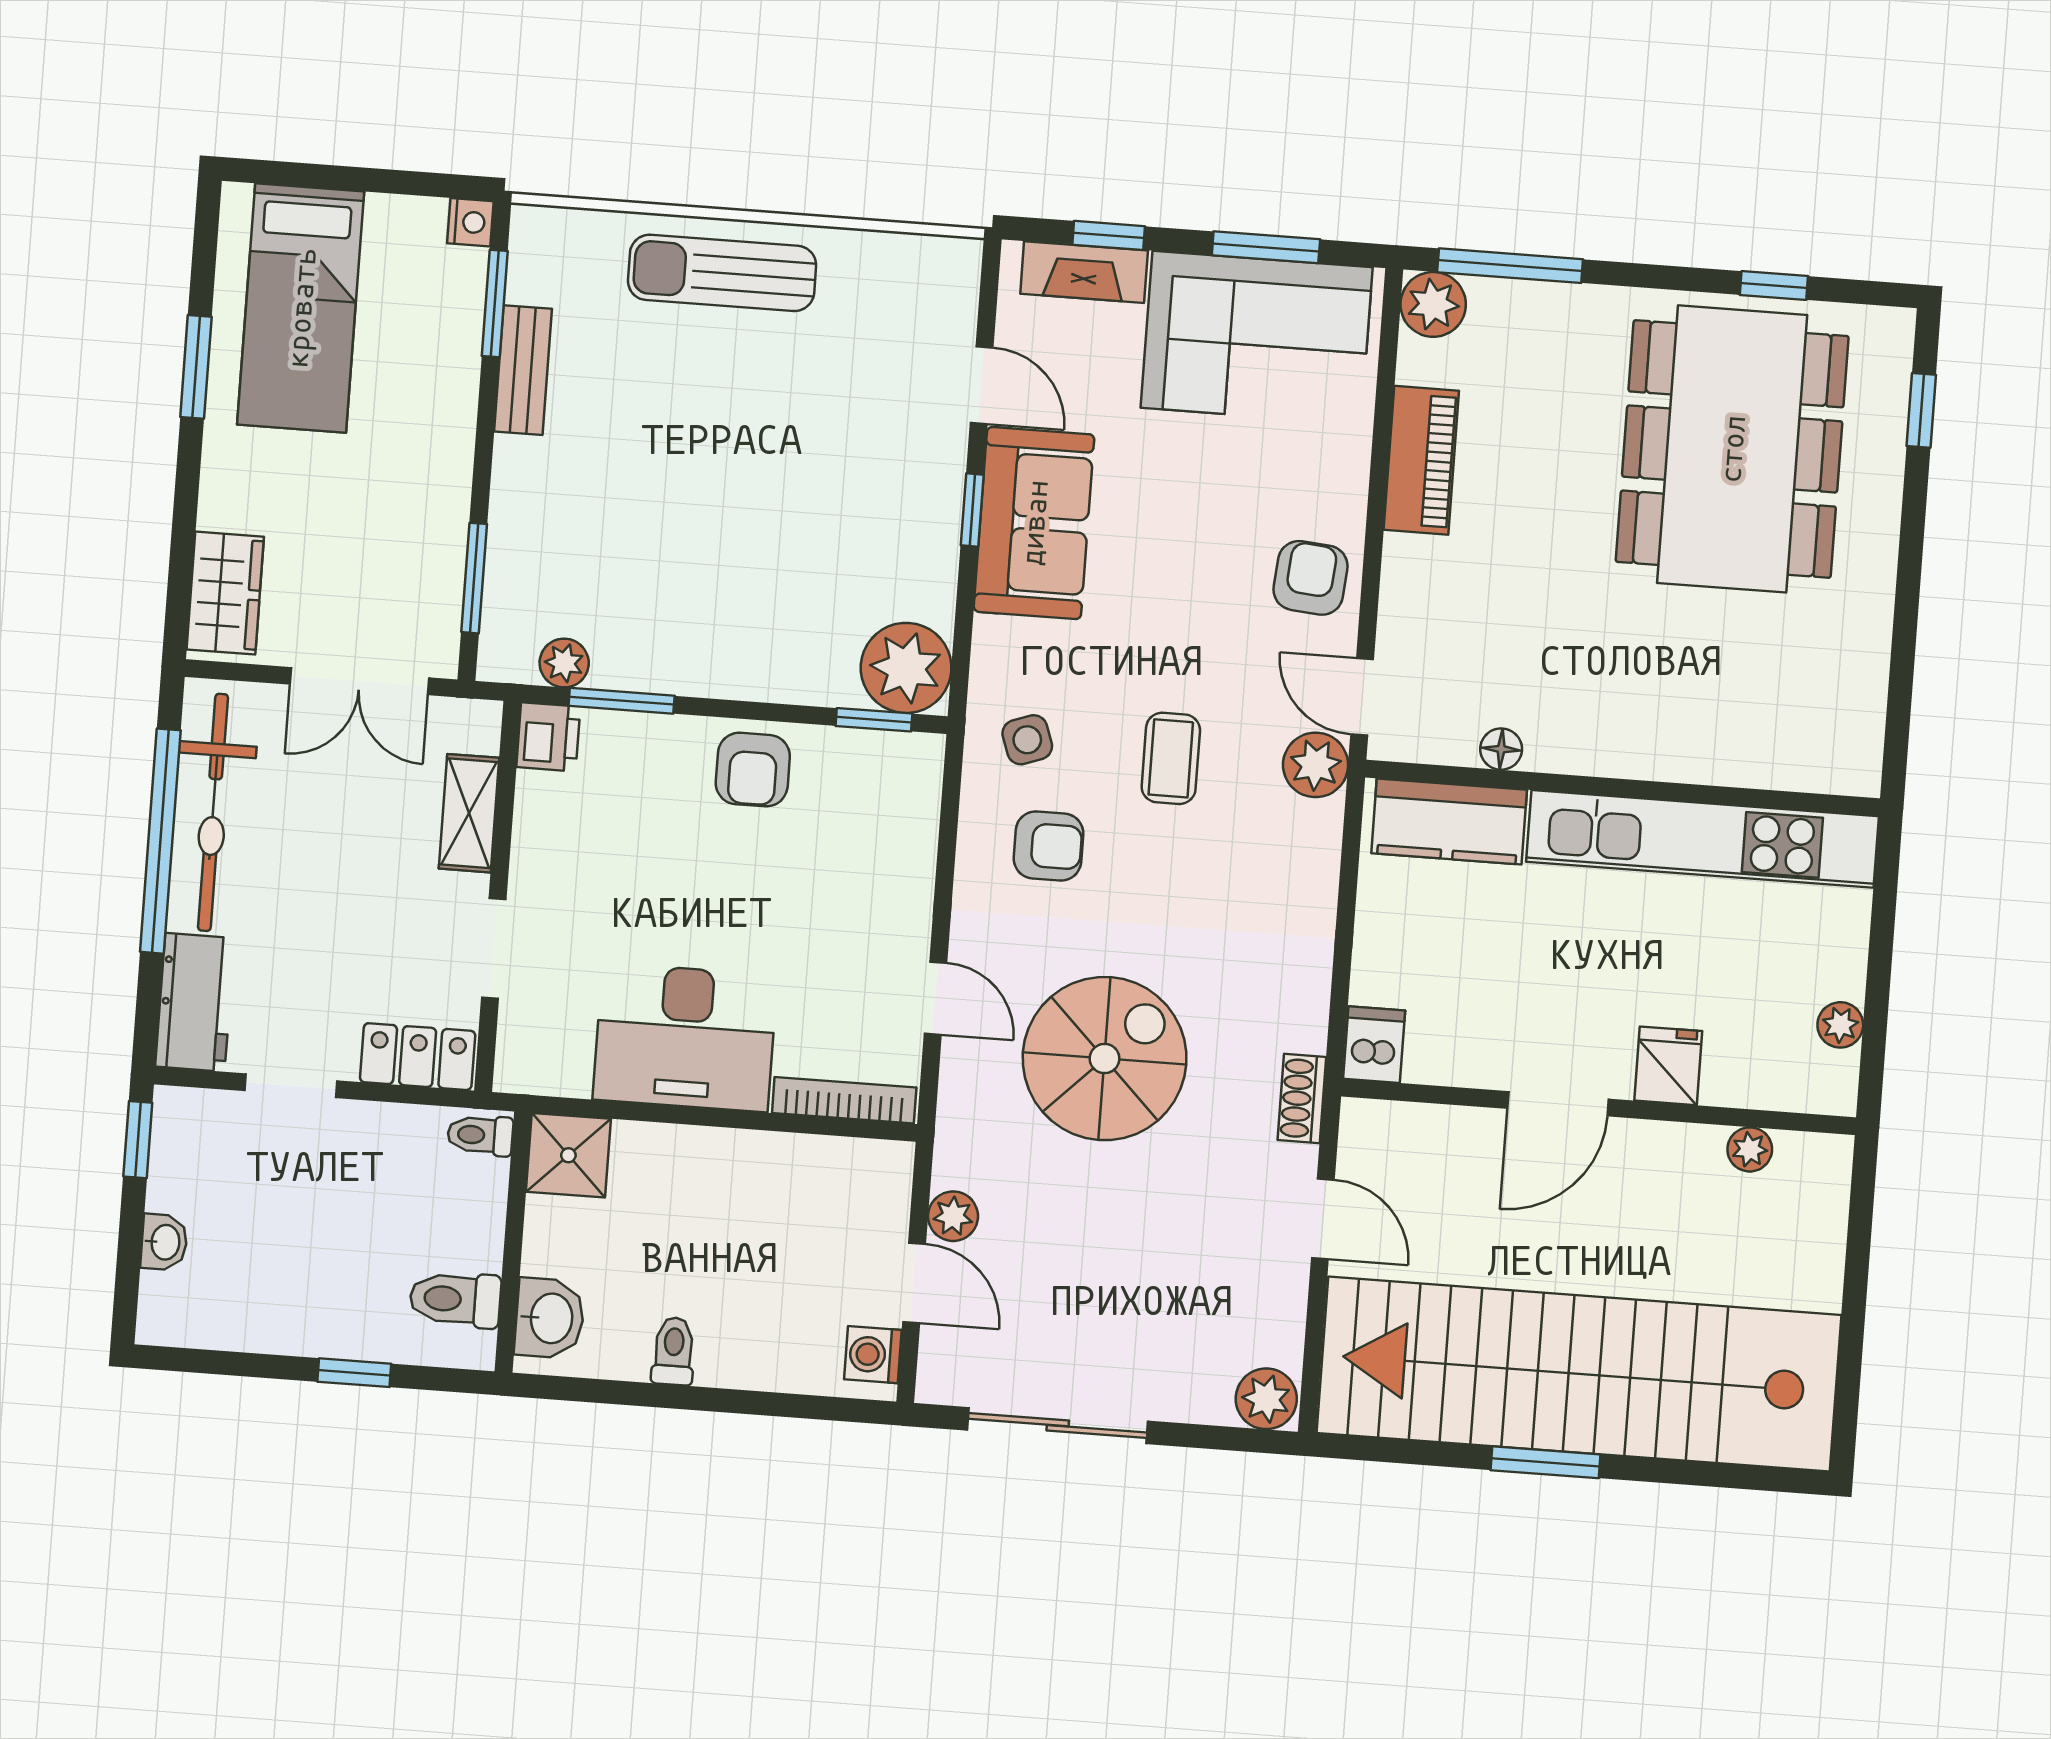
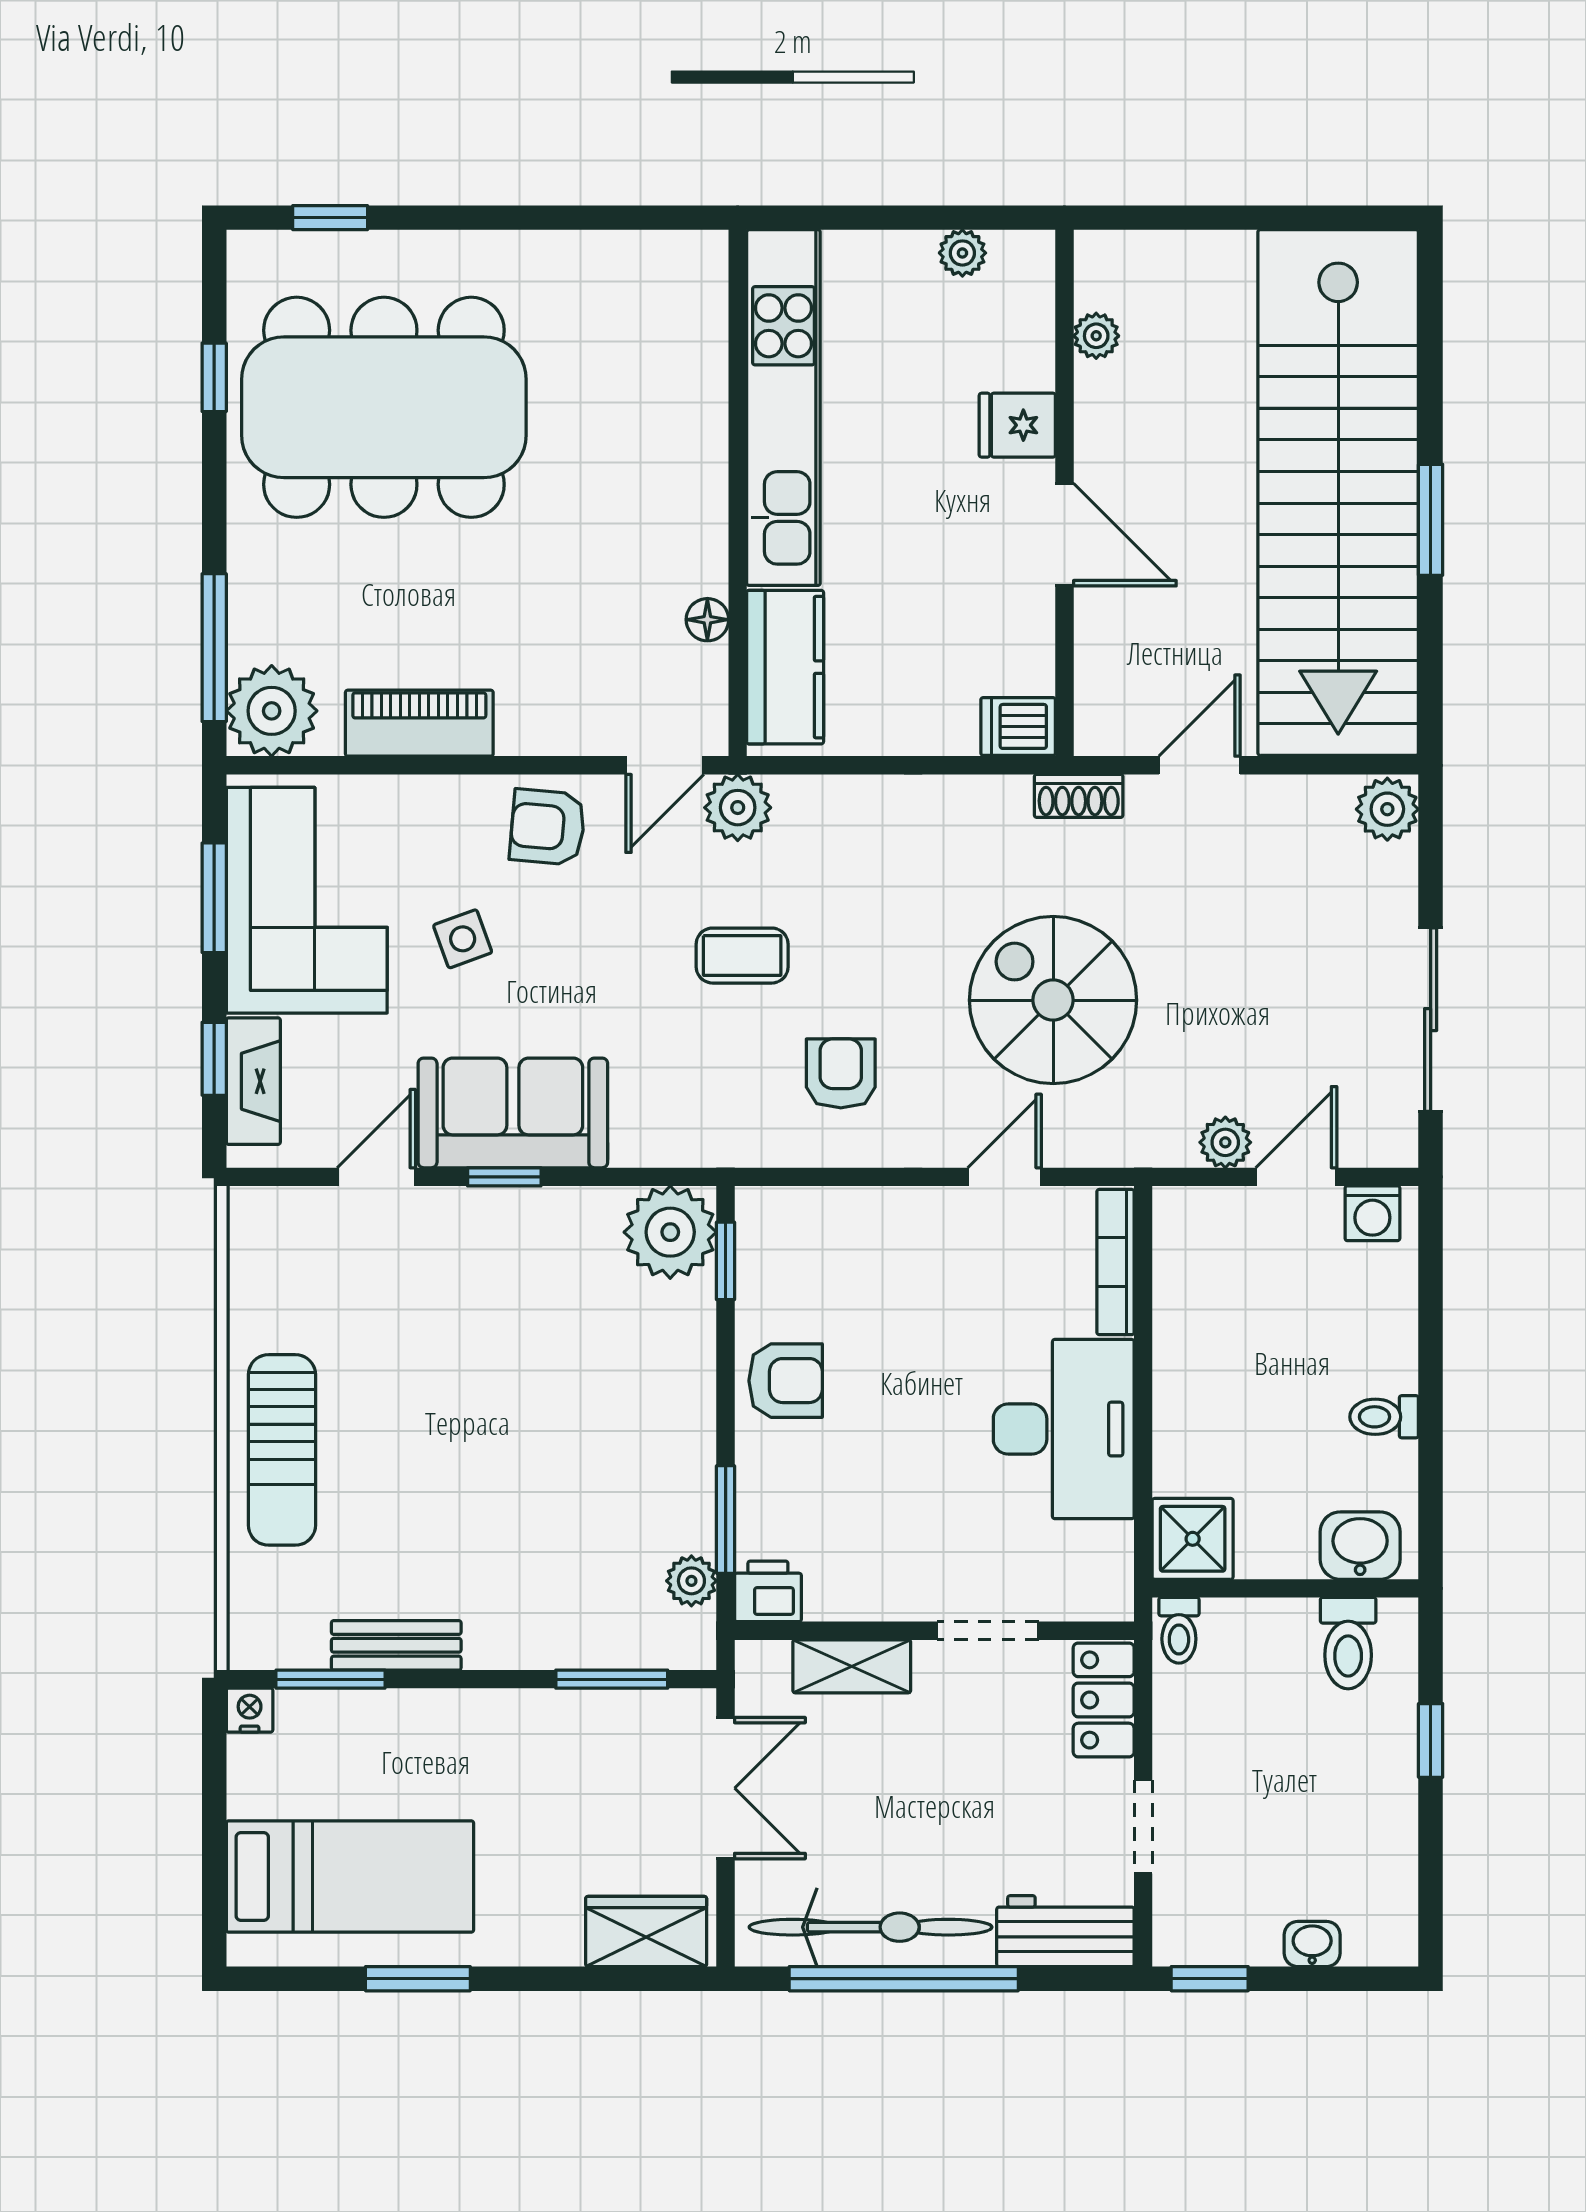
plant: (1433, 304) -> (272, 711), width x1.36, depth x1.36
side table: (1027, 740) -> (463, 939), moved

